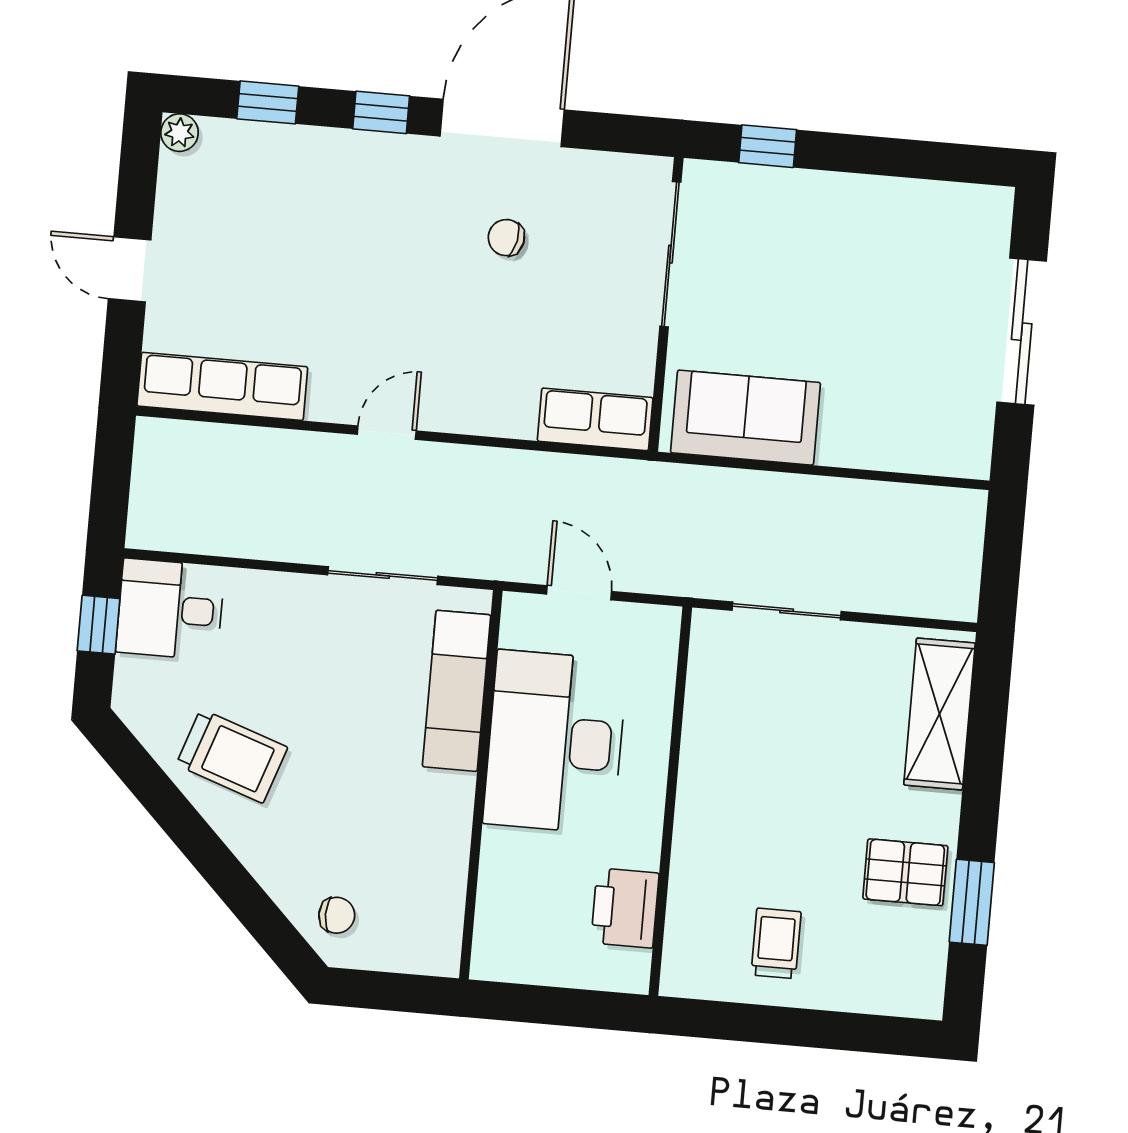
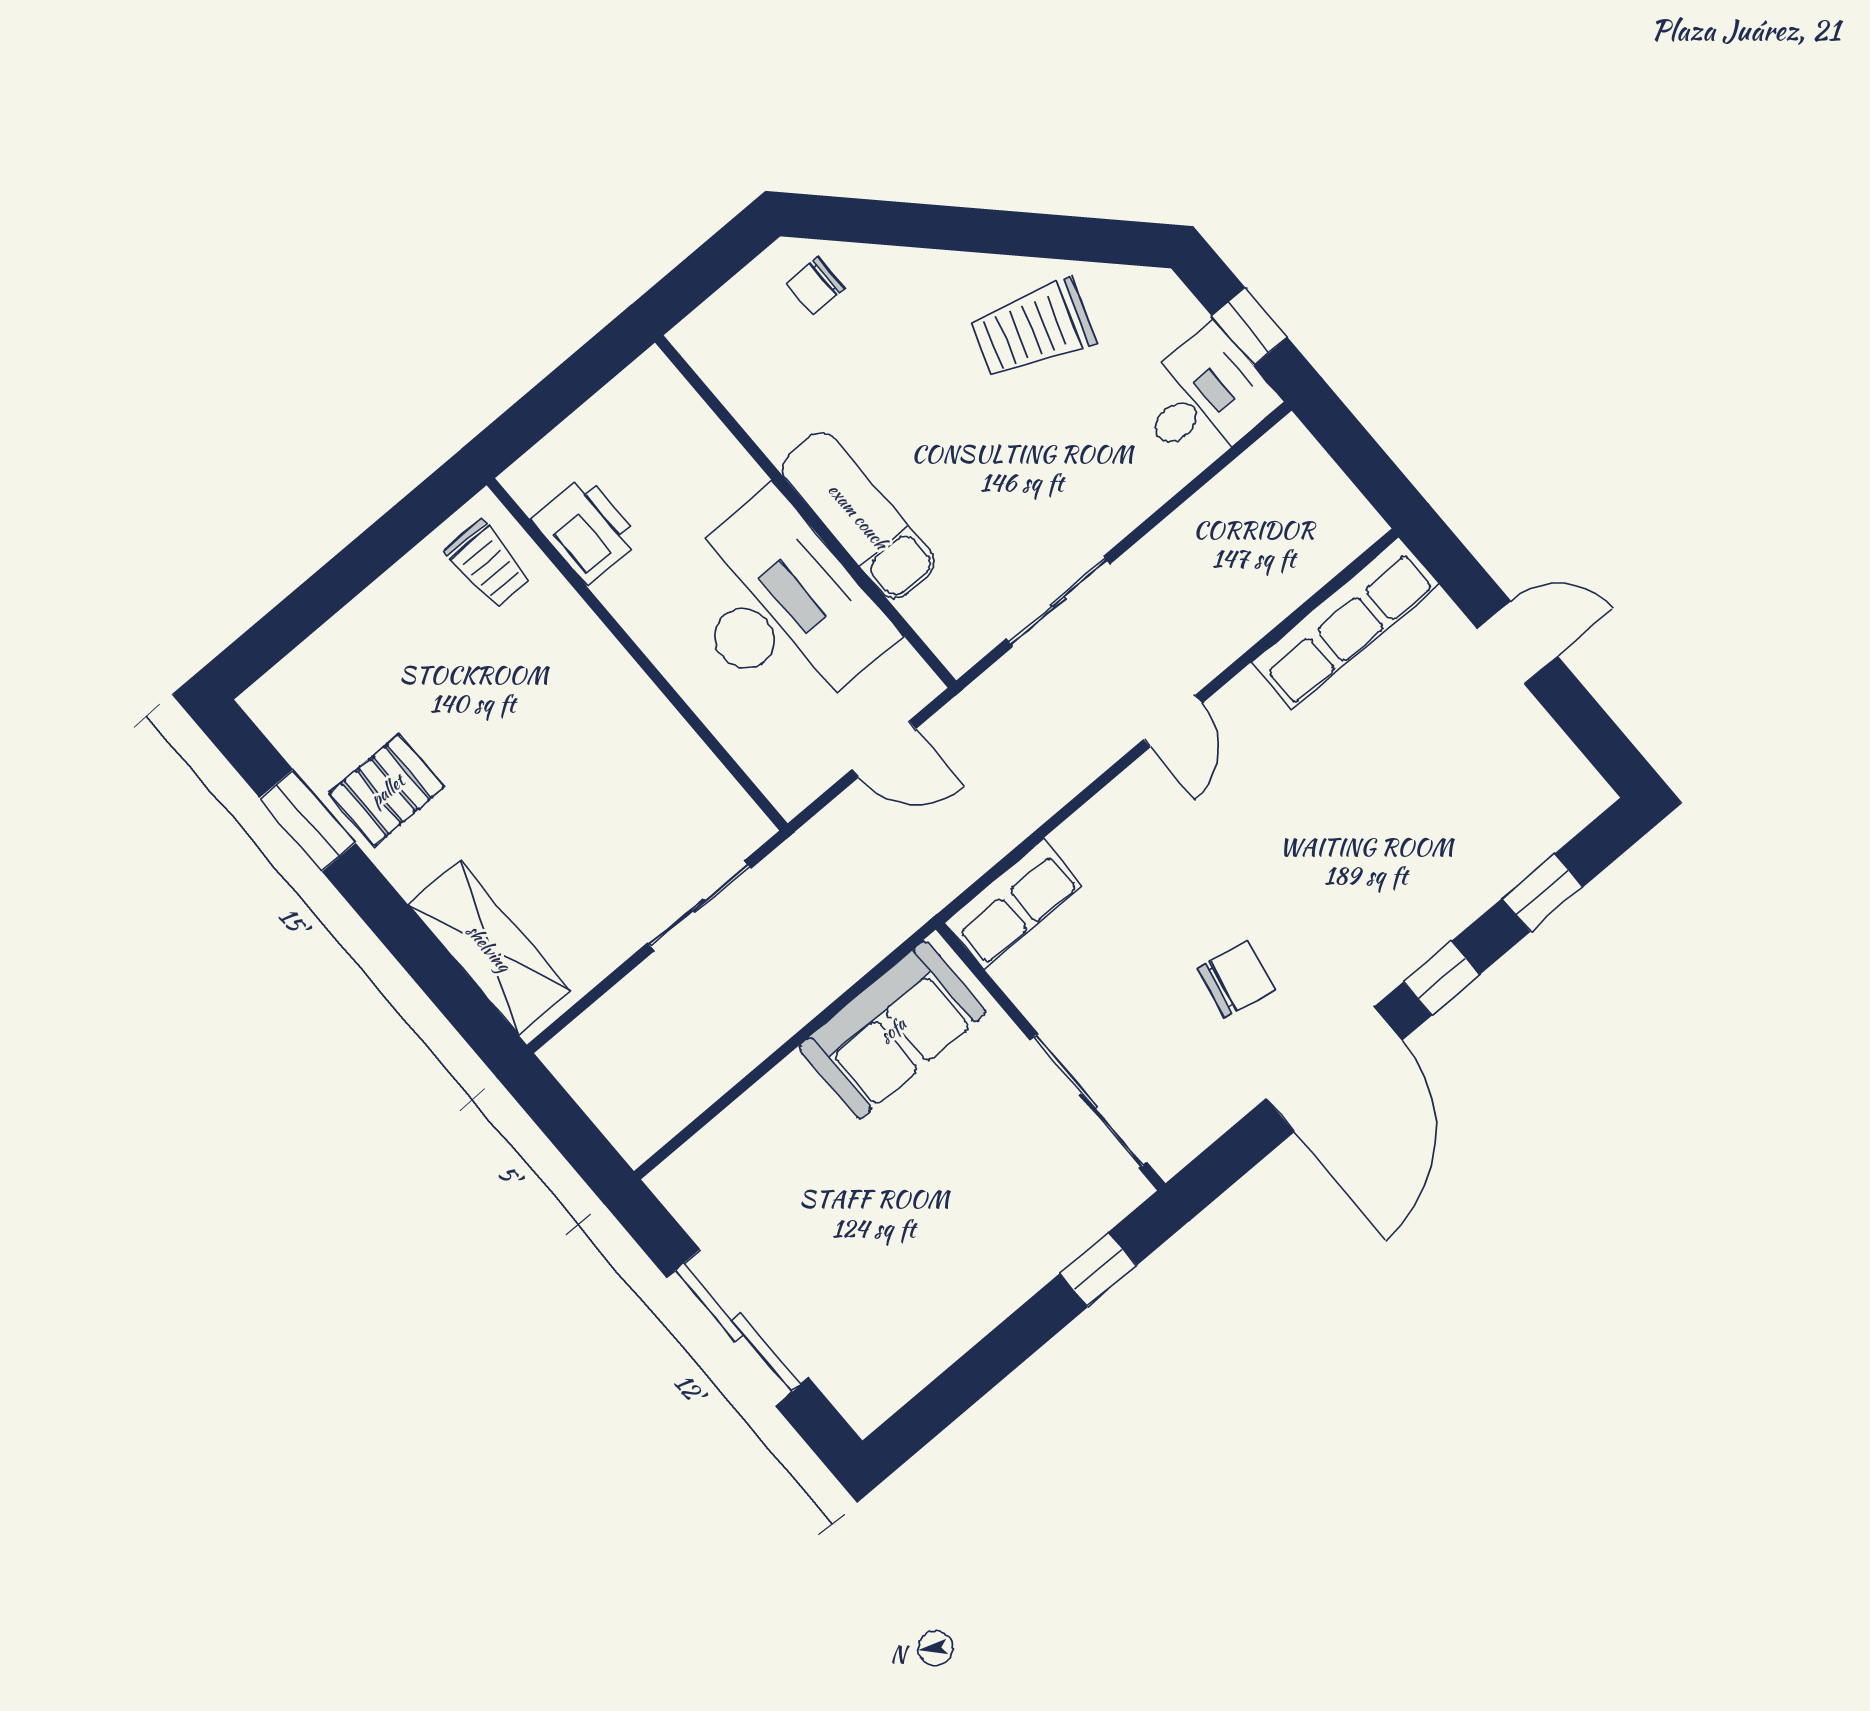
plant: (180, 133) -> (1590, 795), removed
chair: (506, 238) -> (1236, 979), width x1.37, depth x1.37
exam couch: (457, 691) -> (858, 516), moved
trolley: (776, 943) -> (488, 564), moved

